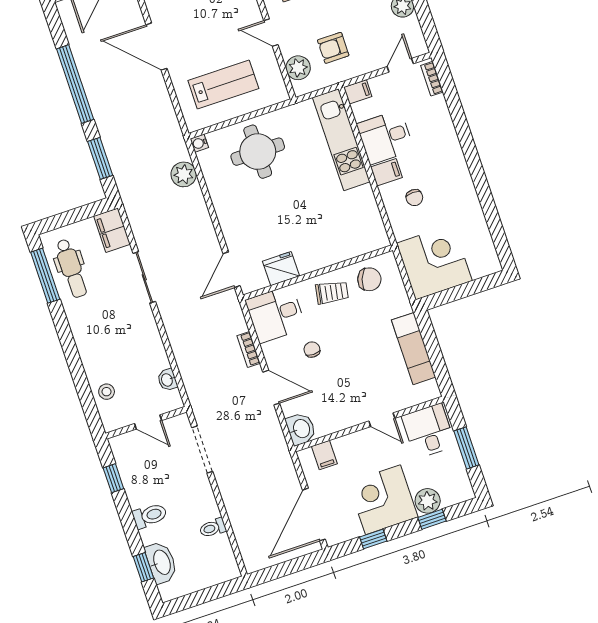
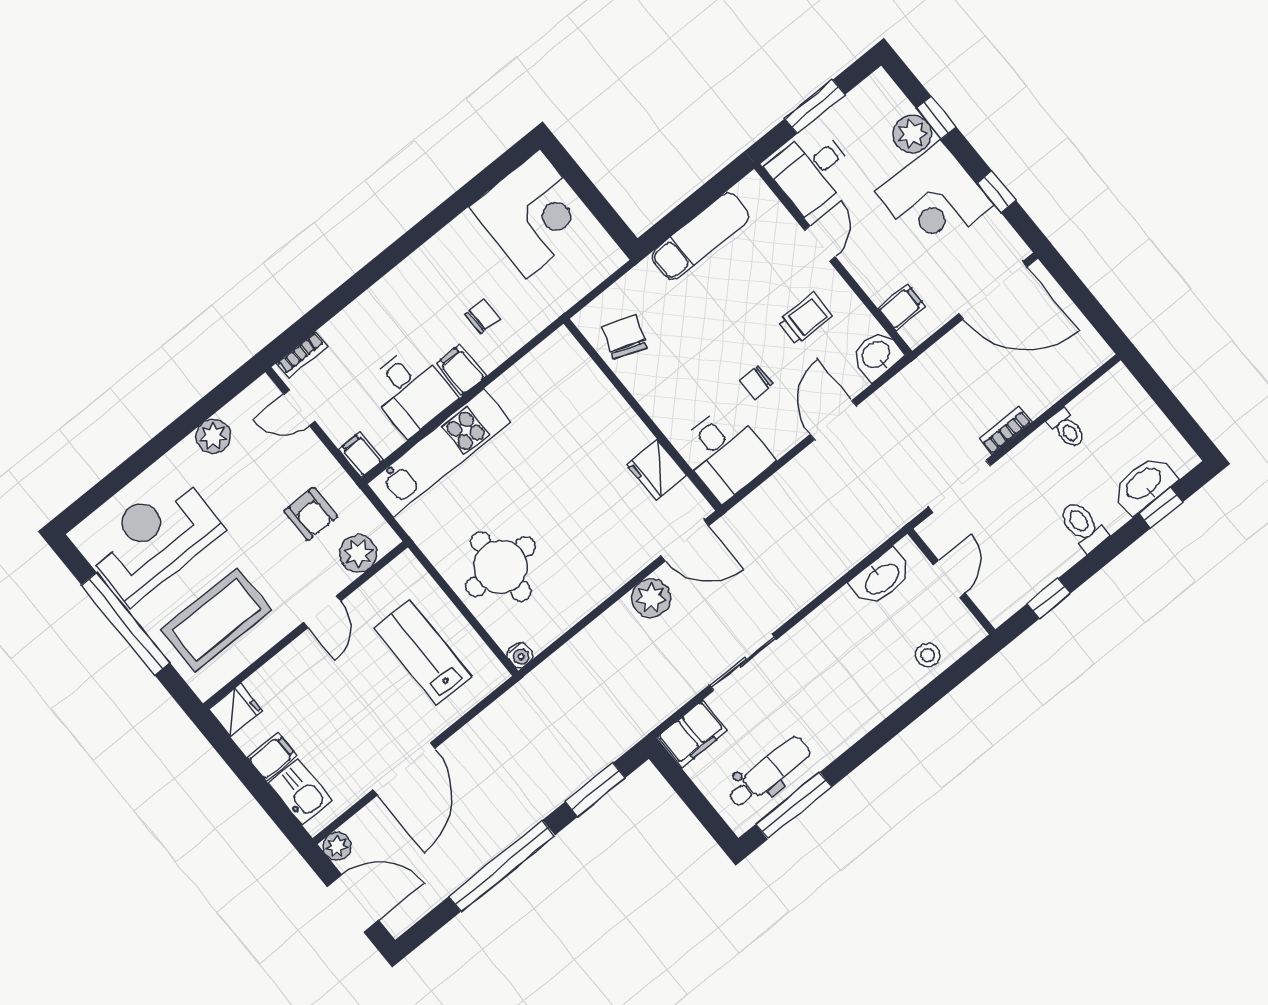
plant: (184, 174) -> (651, 598), moved
corner desk: (434, 262) -> (533, 214), moved, turned 180
trolley: (332, 292) -> (805, 319), moved, turned 80
bookcase: (249, 349) -> (1005, 431), moved, turned 180
washbasin: (167, 380) -> (881, 578), width x1.91, depth x1.45

